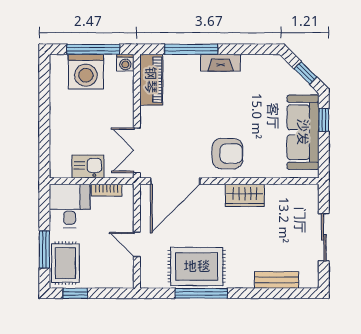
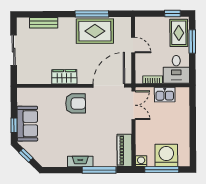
sofa: (303, 132) -> (27, 124), width x0.73
armchair: (227, 154) -> (76, 103), turned 180

